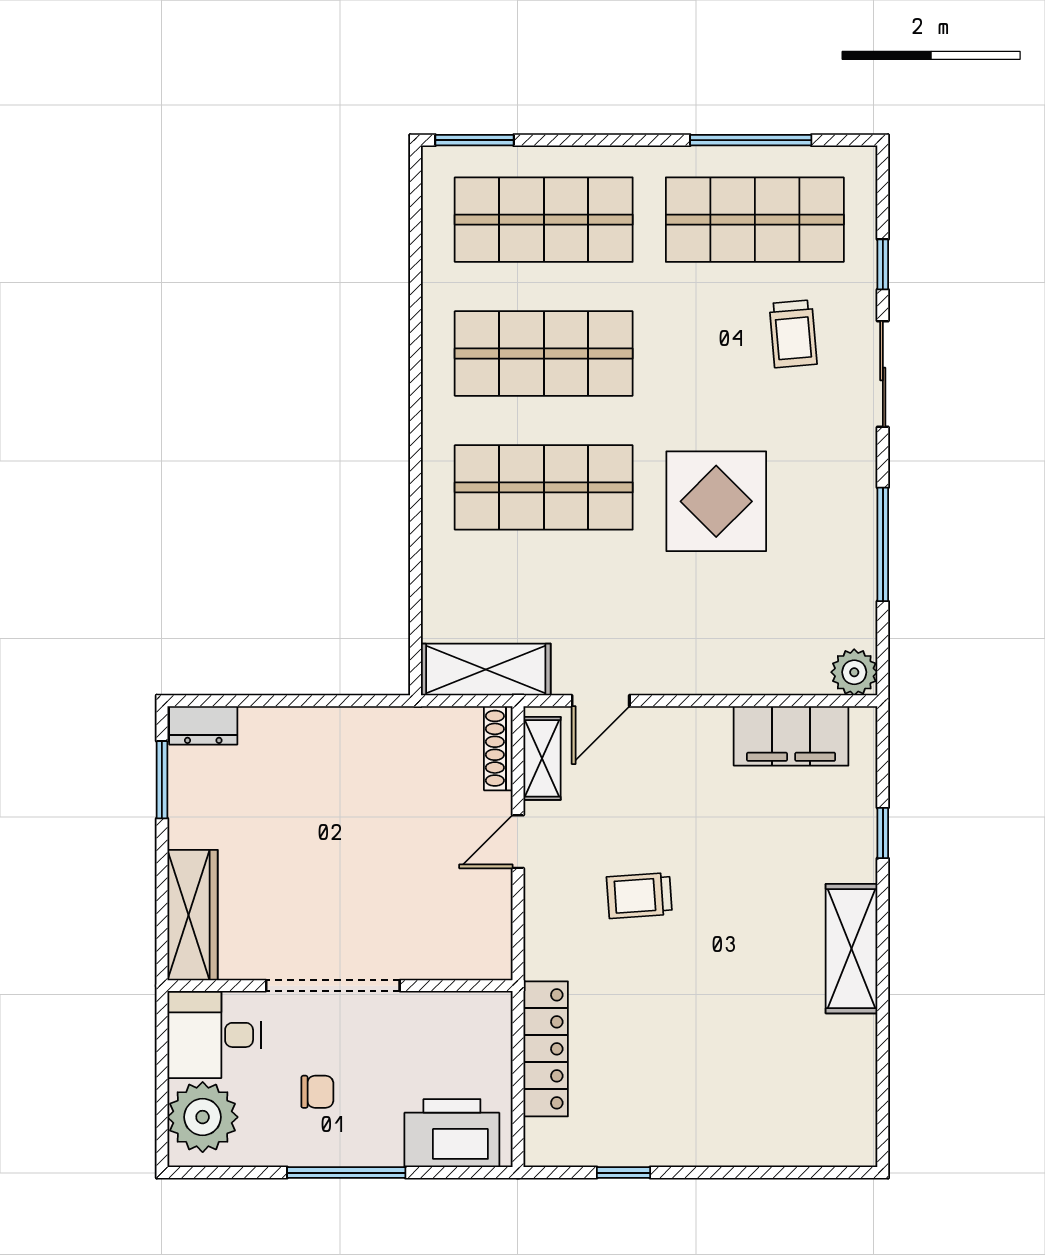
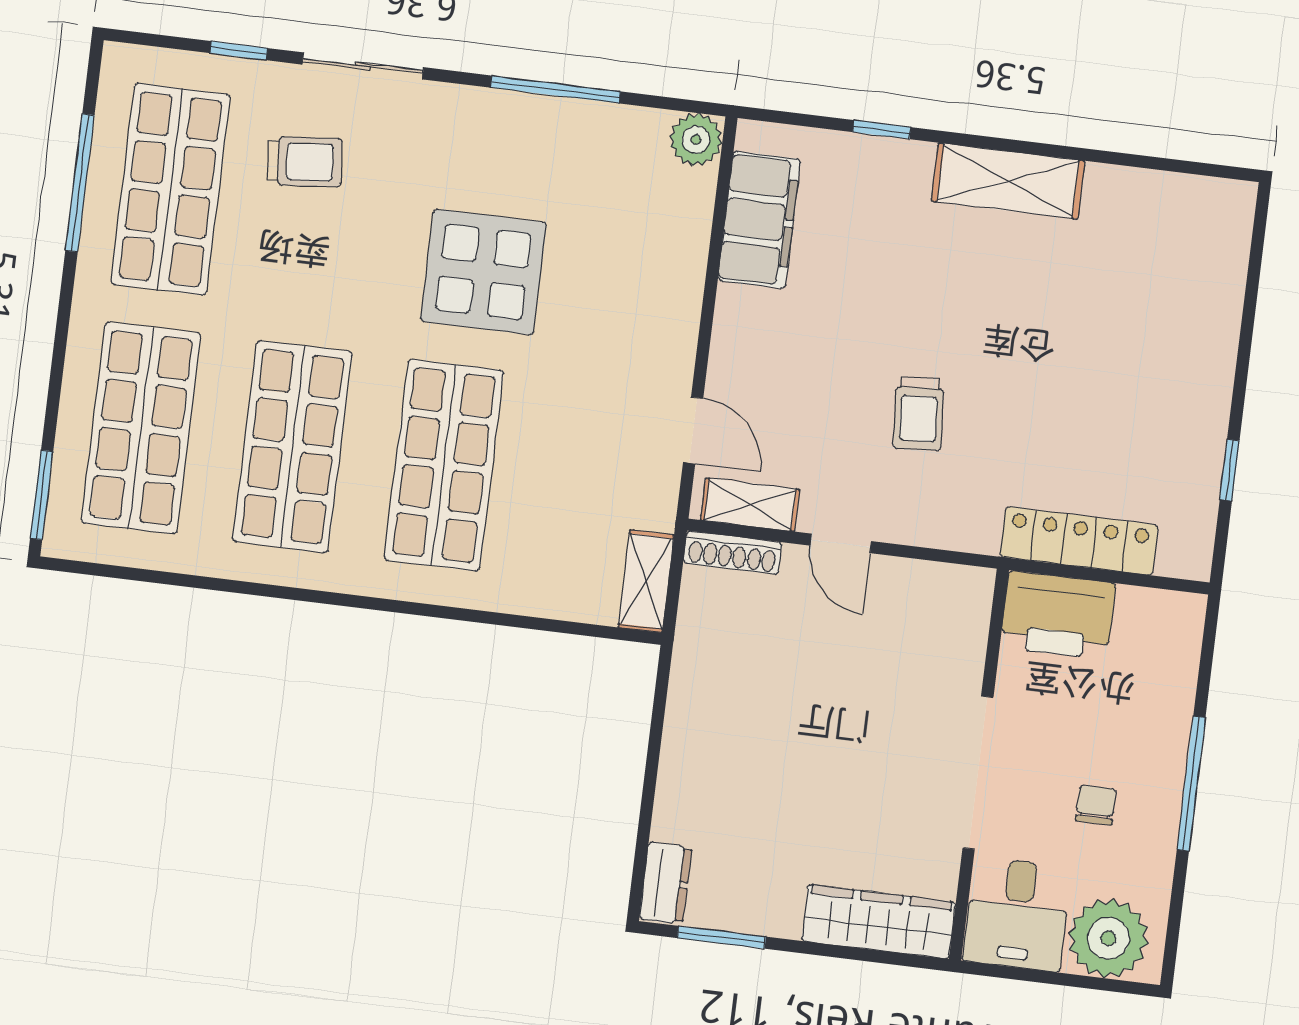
shelving: (486, 670) -> (646, 581), width x0.67, depth x0.75
printer: (452, 1133) -> (1058, 615), moved, turned -90

